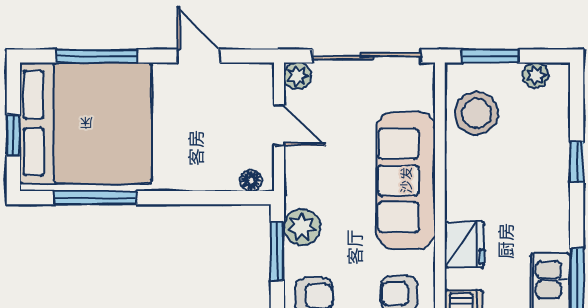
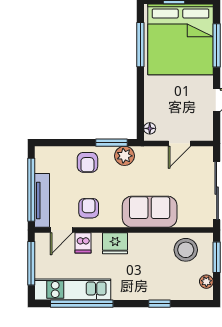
plant: (297, 76) -> (206, 153), removed
sofa: (406, 180) -> (150, 212), width x0.73

